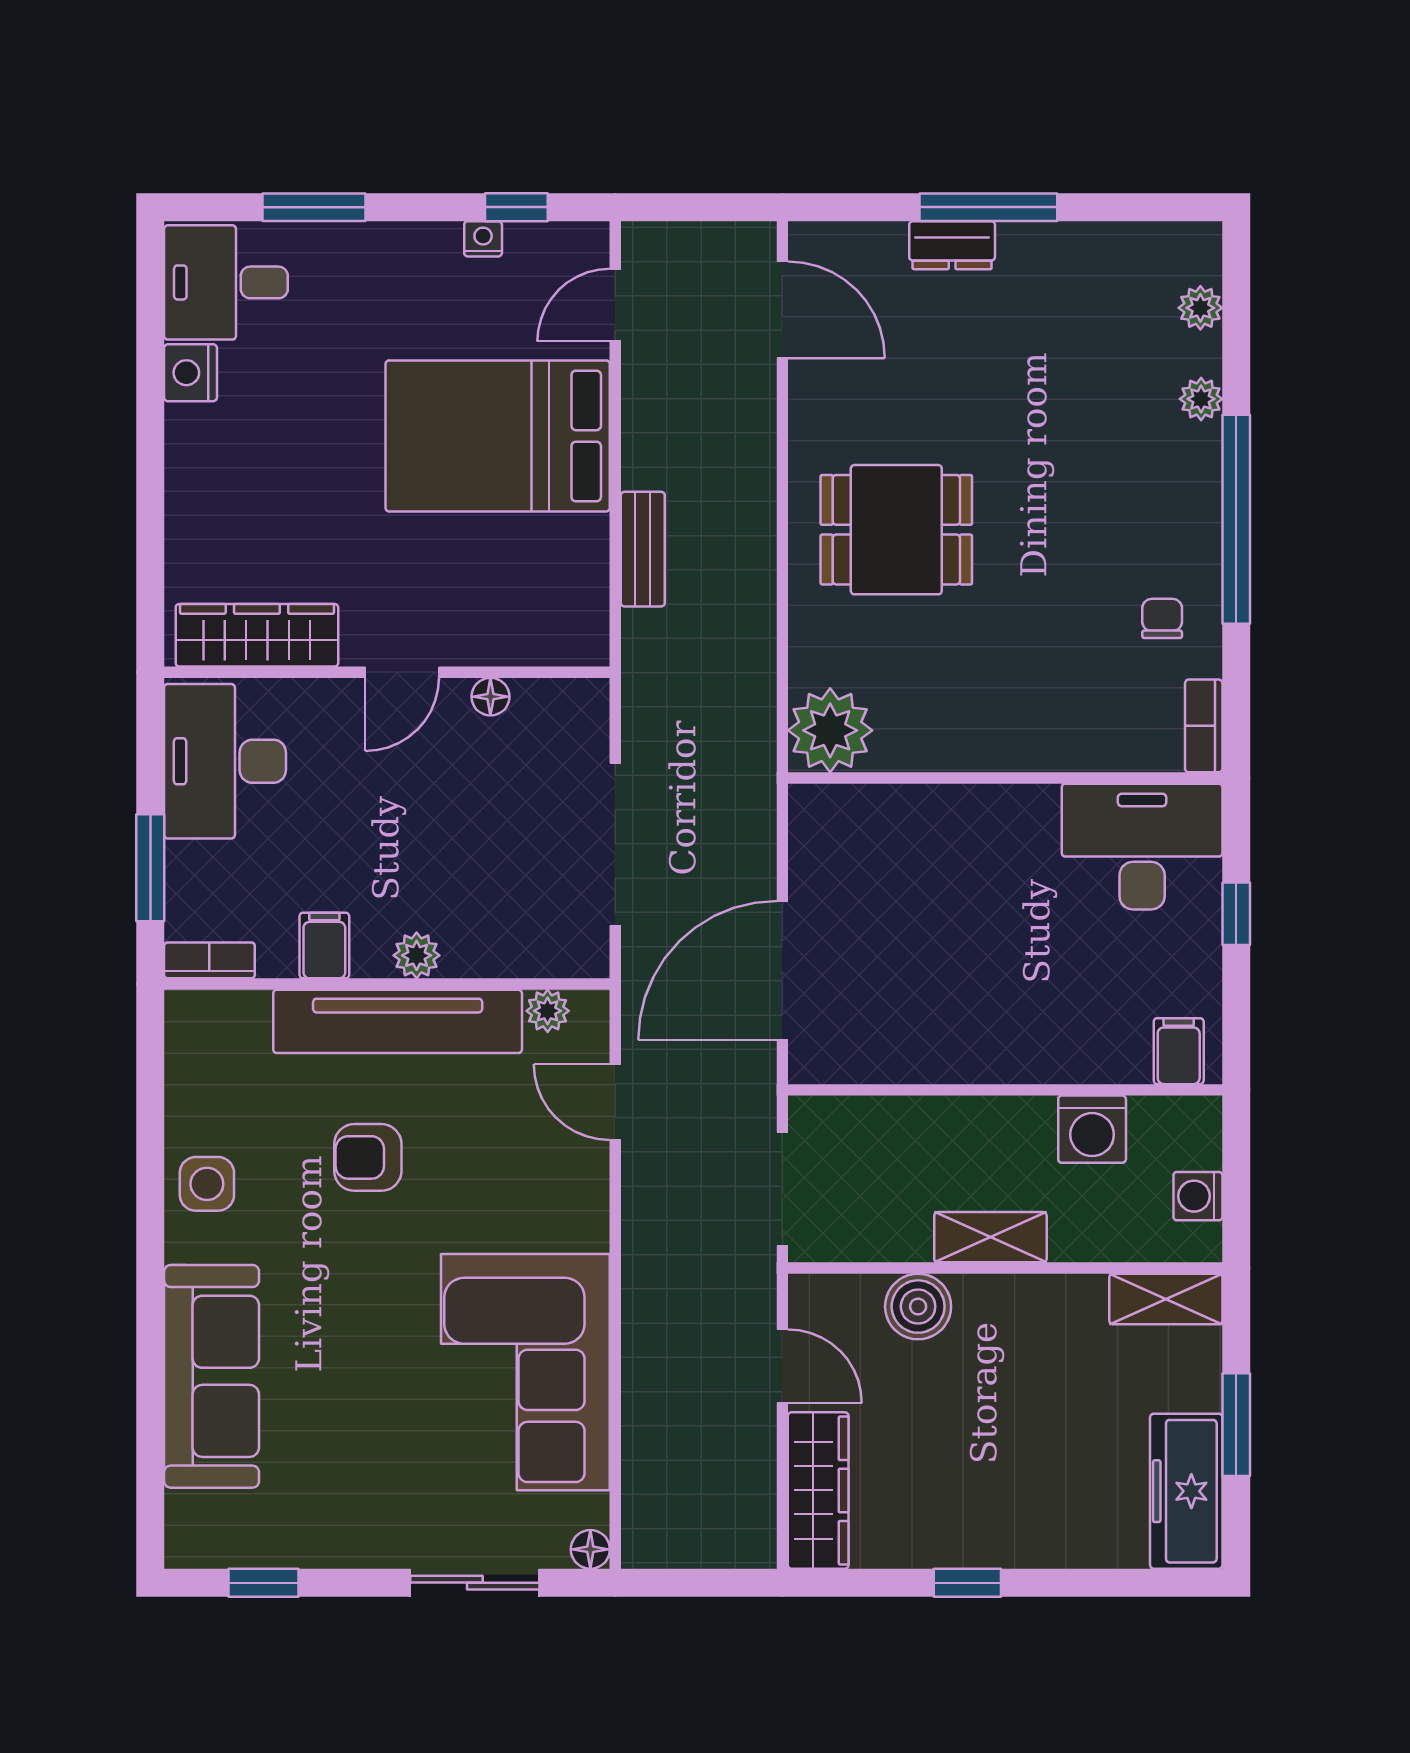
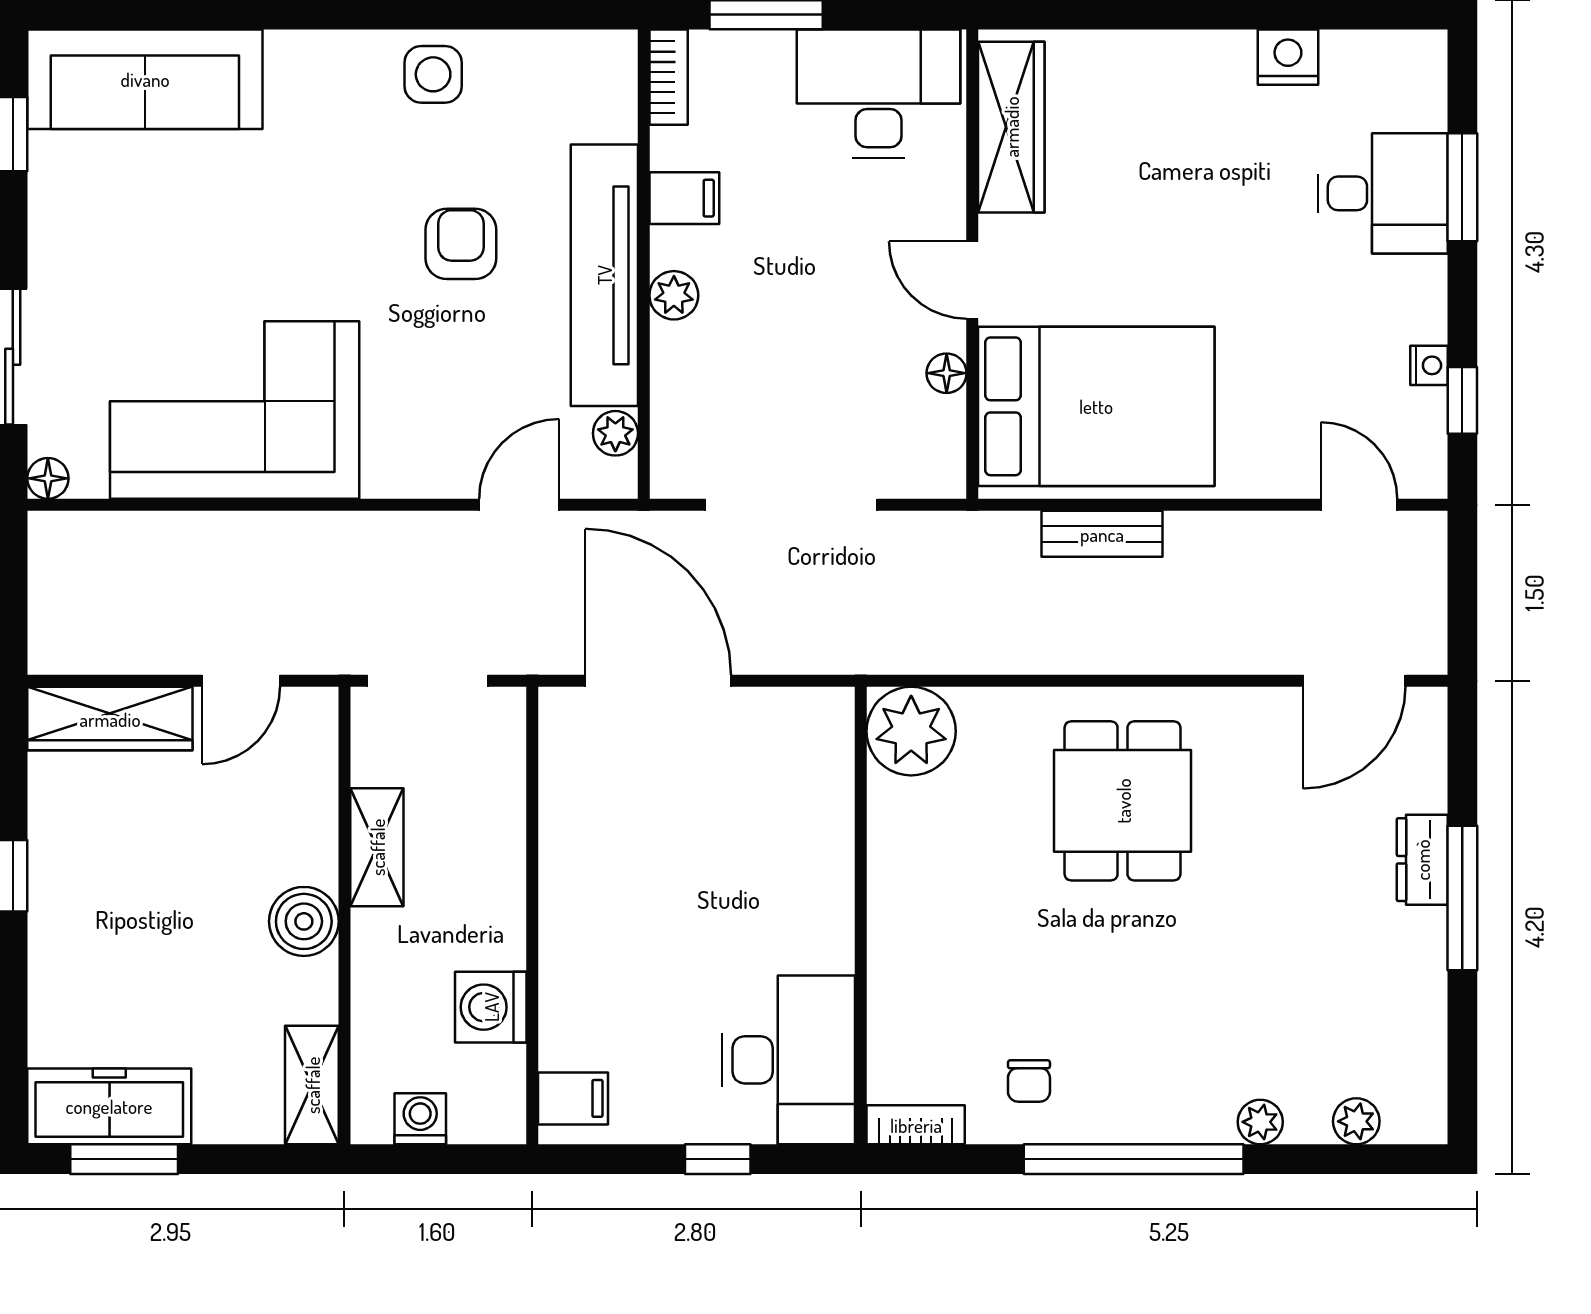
desk: (226, 282) -> (1383, 193), moved, turned 90
bed: (498, 436) -> (1096, 406), moved, turned 90
chair: (1162, 618) -> (1029, 1081), turned 90
shelving: (990, 1237) -> (377, 847), moved
boiler: (918, 1307) -> (304, 921), moved
sofa: (212, 1376) -> (145, 79), moved
window: (1236, 1425) -> (124, 1159), moved

